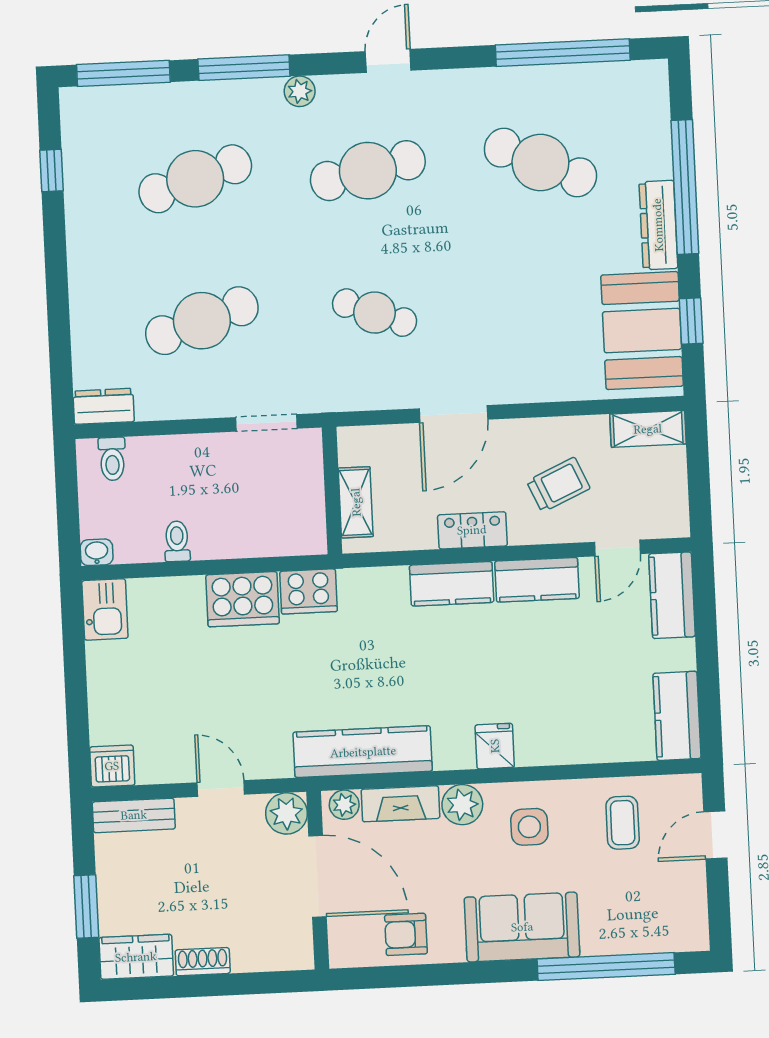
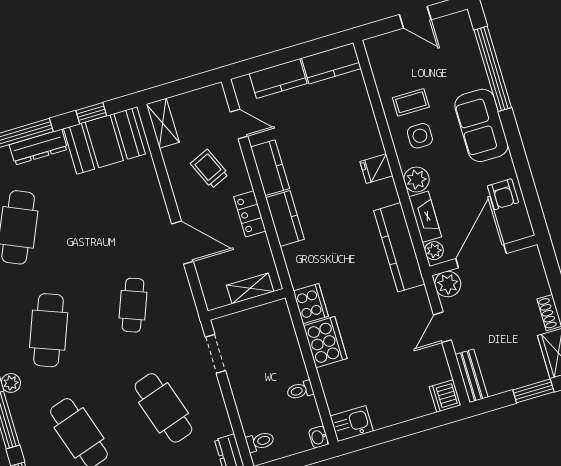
cafe table: (368, 171) -> (49, 330), turned 33
kitchen counter: (672, 595) -> (278, 79), moved
coffee table: (623, 823) -> (411, 102), moved
door: (715, 835) -> (415, 17), moved

